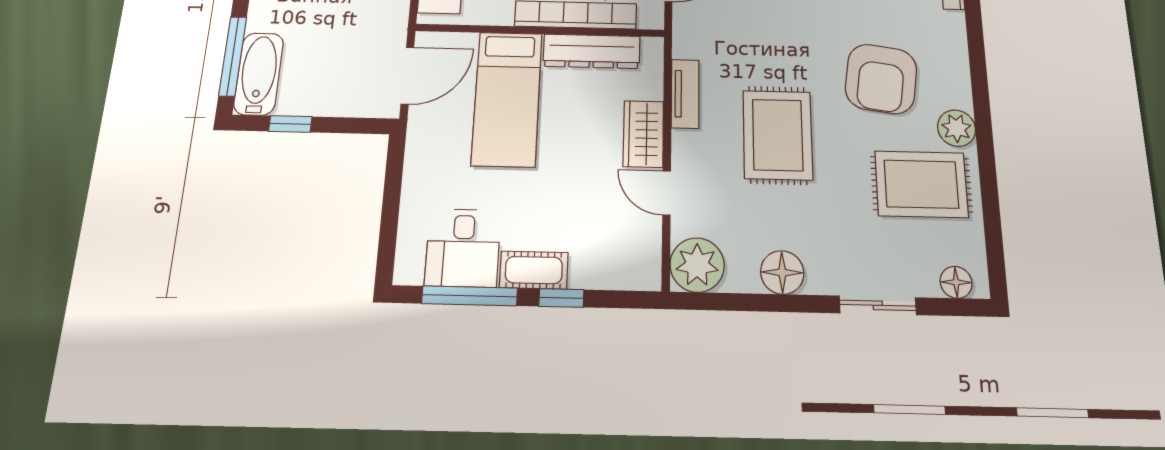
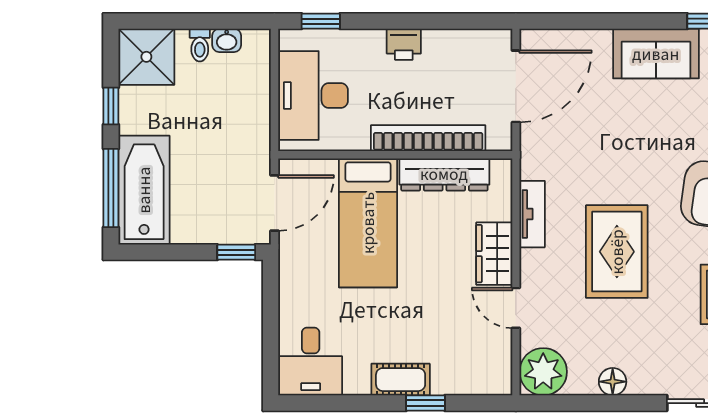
bathtub: (259, 74) -> (144, 190), width x1.36, depth x1.36
window: (290, 124) -> (236, 252), moved
desk: (463, 248) -> (311, 361), moved
floor lamp: (782, 272) -> (613, 382), width x0.73, depth x0.73
window: (470, 296) -> (346, 403), removed

